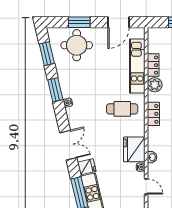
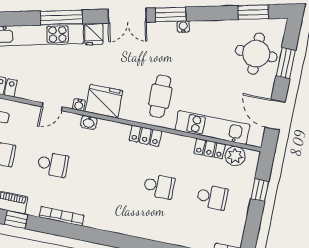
plant: (155, 85) -> (235, 156), moved
window: (55, 90) -> (171, 14), moved

